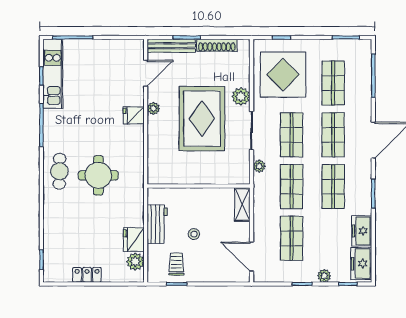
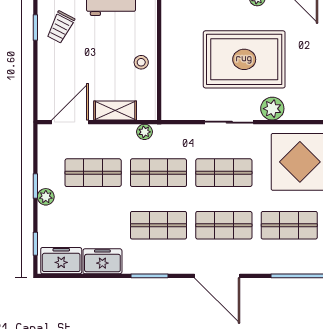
plant: (259, 166) -> (145, 132), moved
shelving: (242, 204) -> (115, 110), moved
stool: (194, 234) -> (141, 62), moved
trolley: (176, 264) -> (61, 27), turned 117
plant: (324, 276) -> (46, 197), moved

